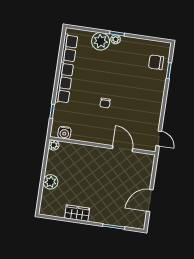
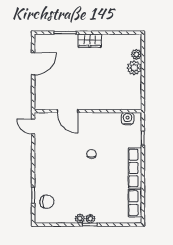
plant: (101, 41) -> (80, 219), moved, width x0.53, depth x0.53
plant: (54, 145) -> (136, 54), moved
wardrobe: (77, 213) -> (90, 41), moved

